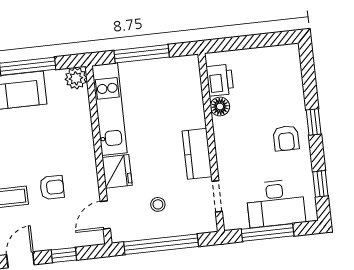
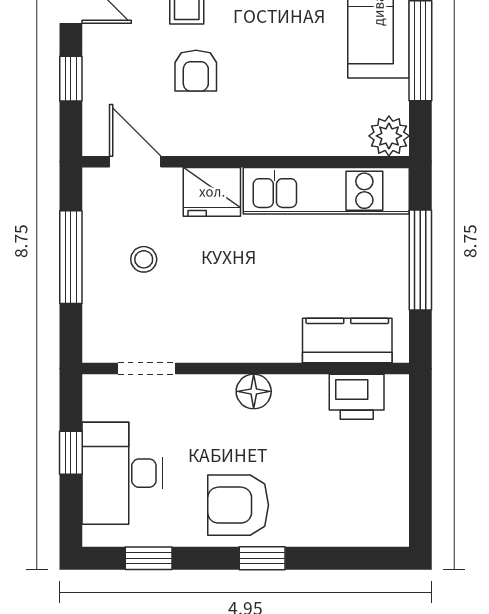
floor lamp: (220, 107) -> (254, 391), moved
armchair: (286, 138) -> (238, 505), width x1.38, depth x1.38
kitchen counter: (197, 154) -> (347, 341), moved
window: (268, 233) -> (71, 453), width x0.46
window: (161, 244) -> (71, 257), width x0.68

